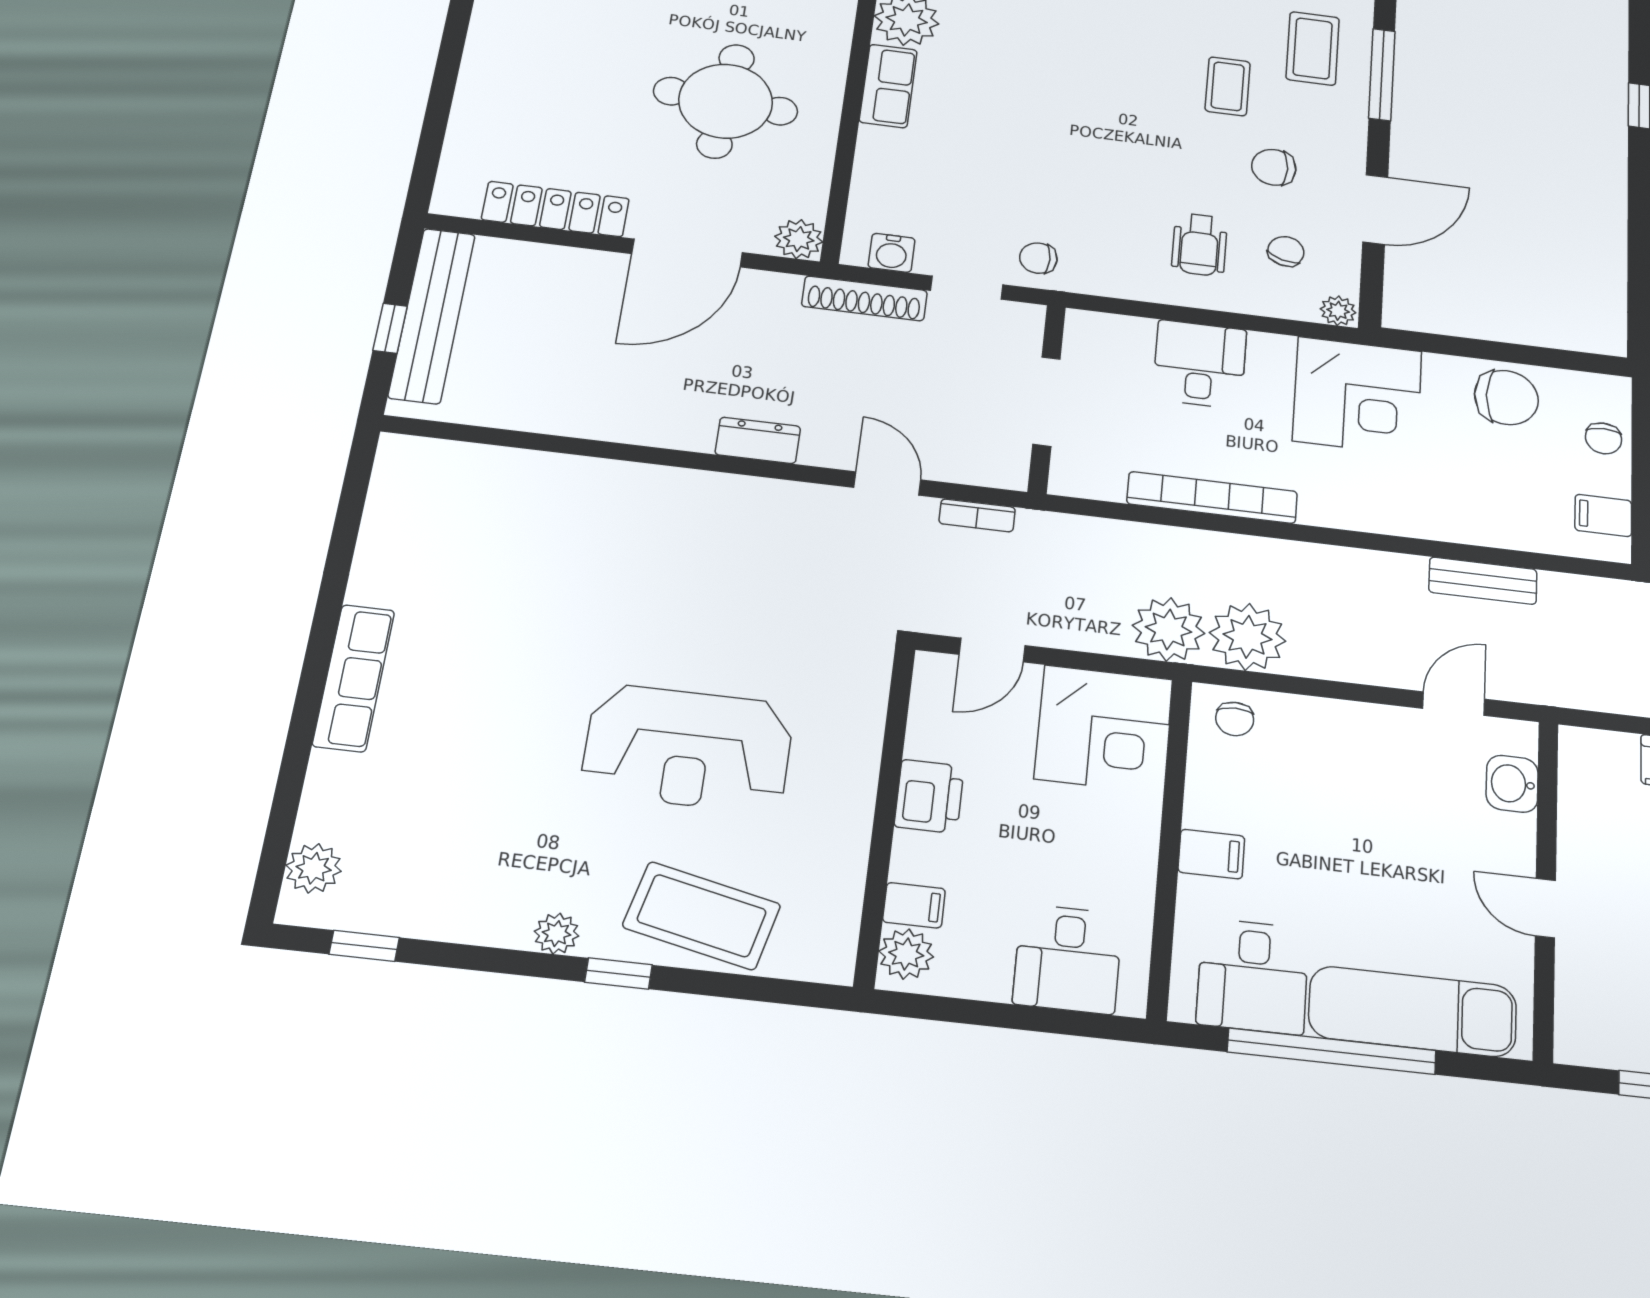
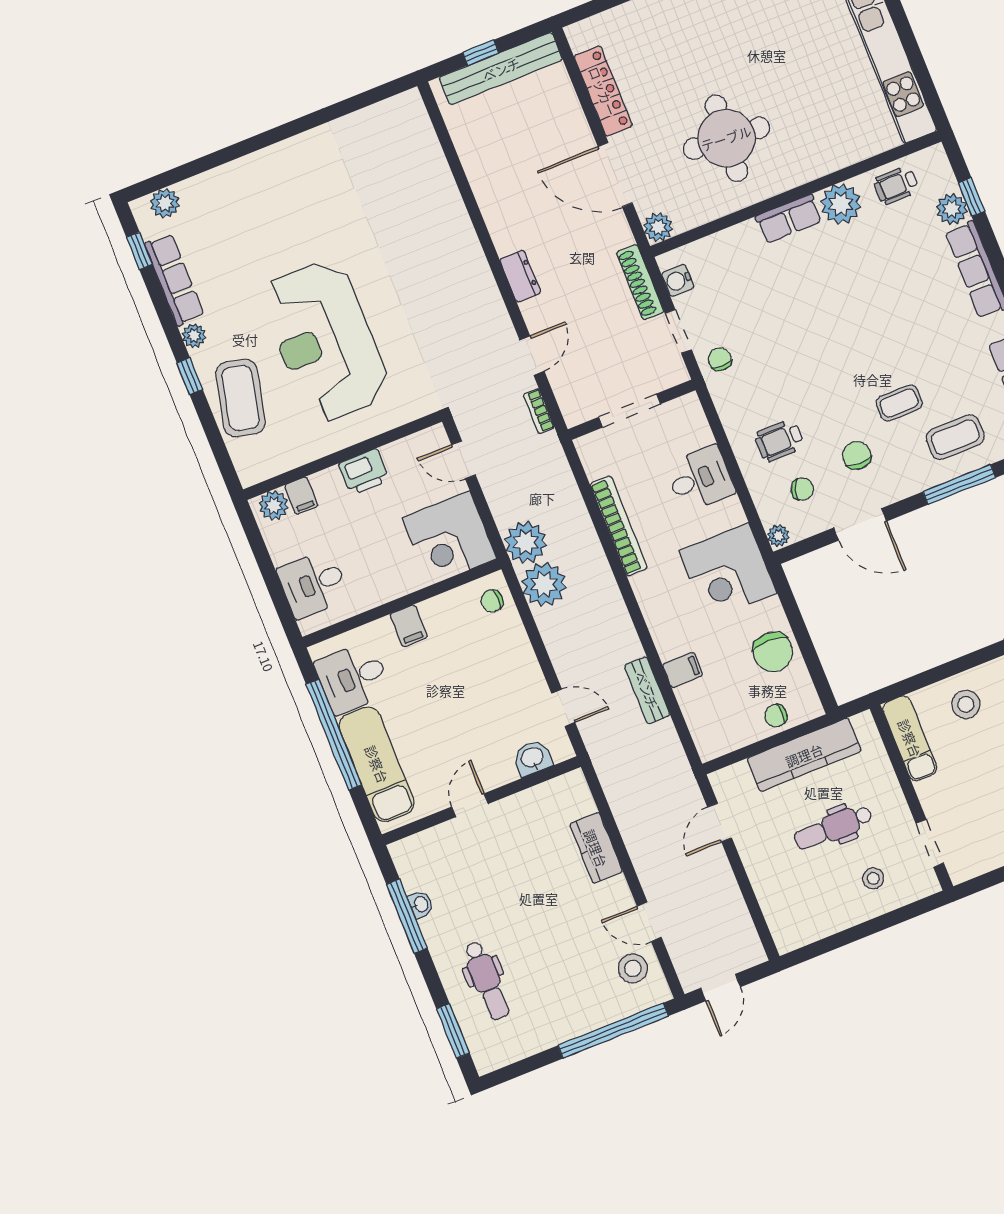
filing cabinet: (1603, 515) -> (683, 670), moved, turned 90
row of seats: (354, 678) -> (174, 280), moved, turned -90
reception desk: (688, 748) -> (325, 341), width x1.36, depth x1.30

